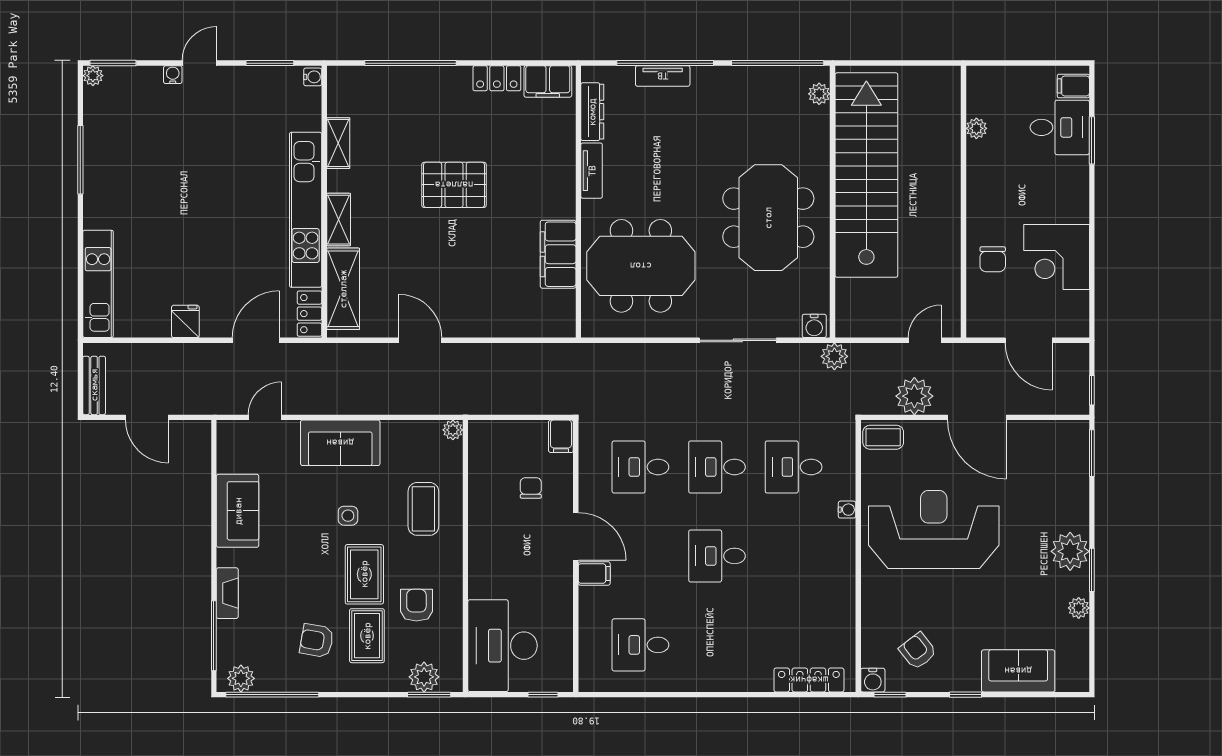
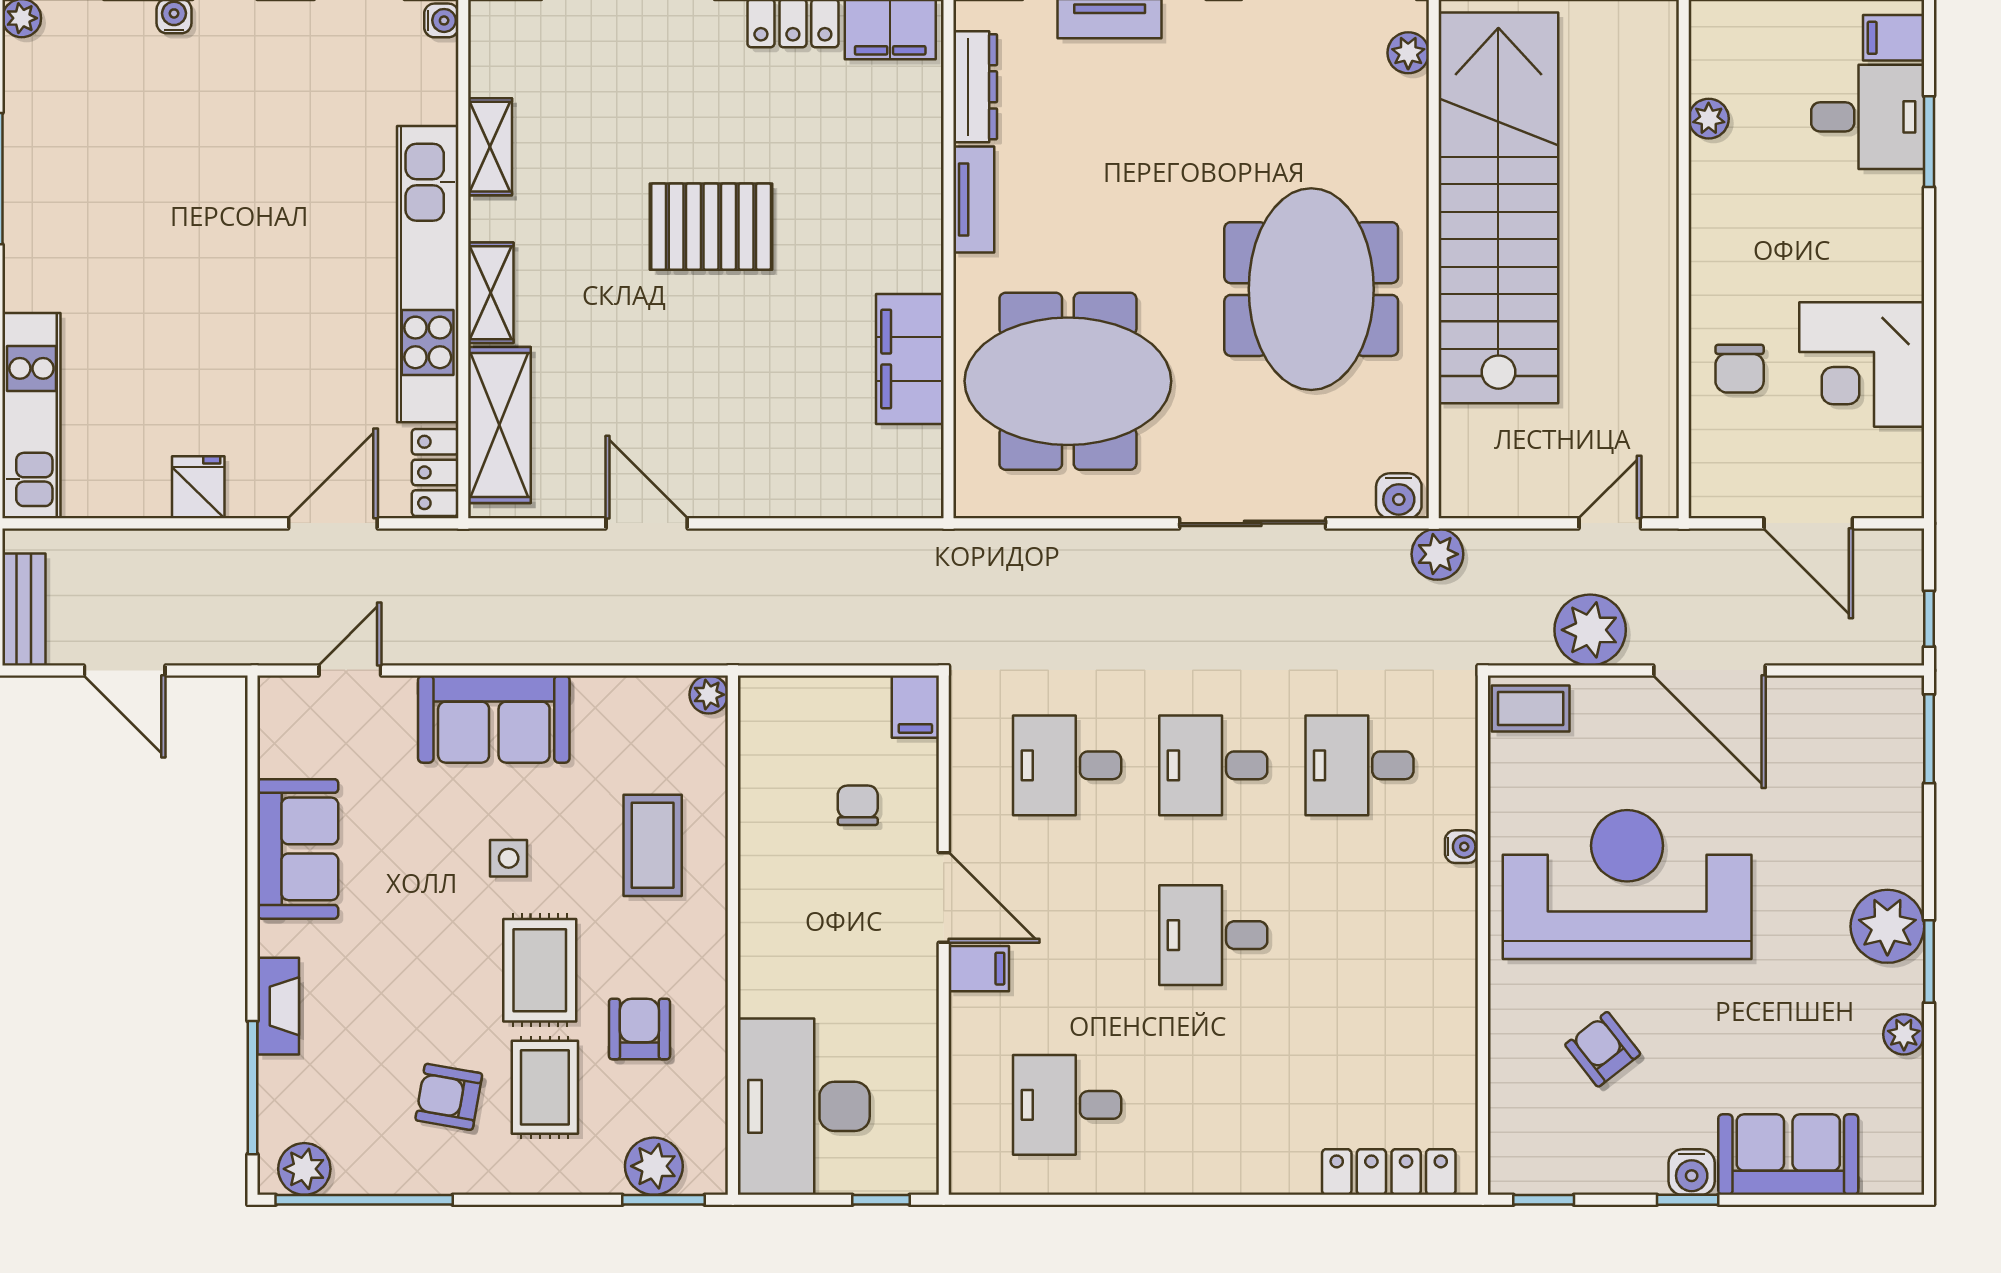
armchair: (918, 651) -> (1603, 1049), moved
water cooler: (873, 680) -> (1692, 1172), moved

